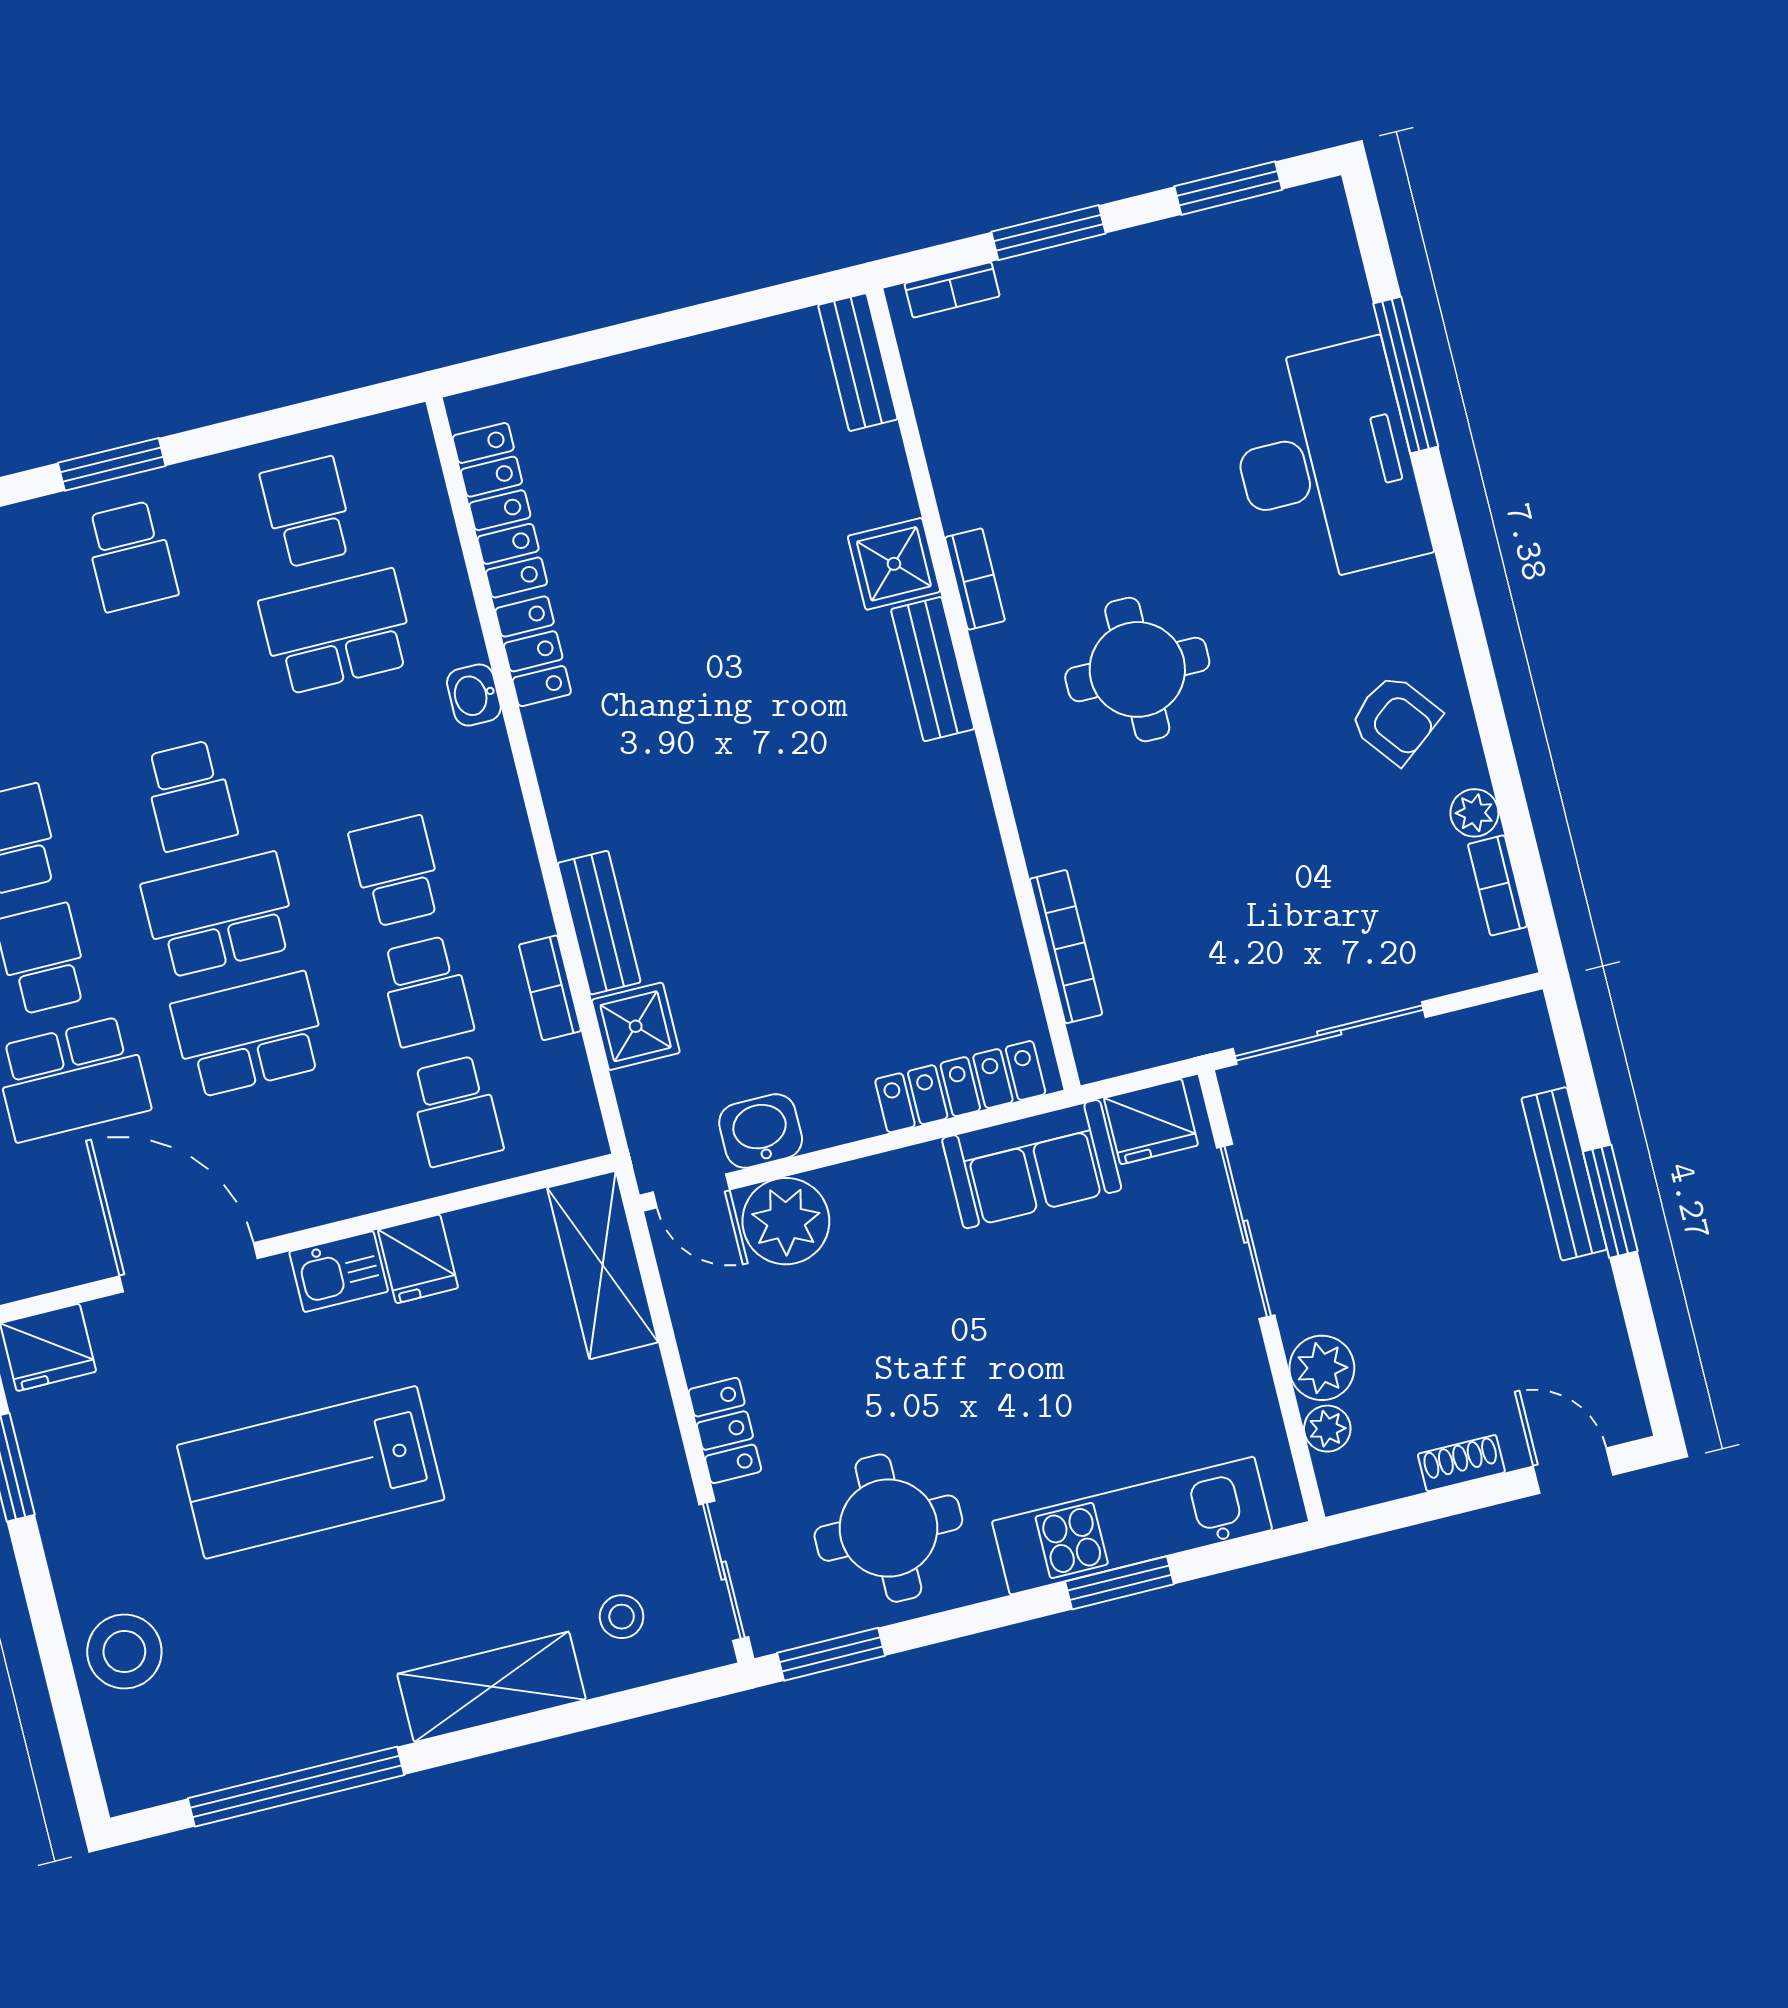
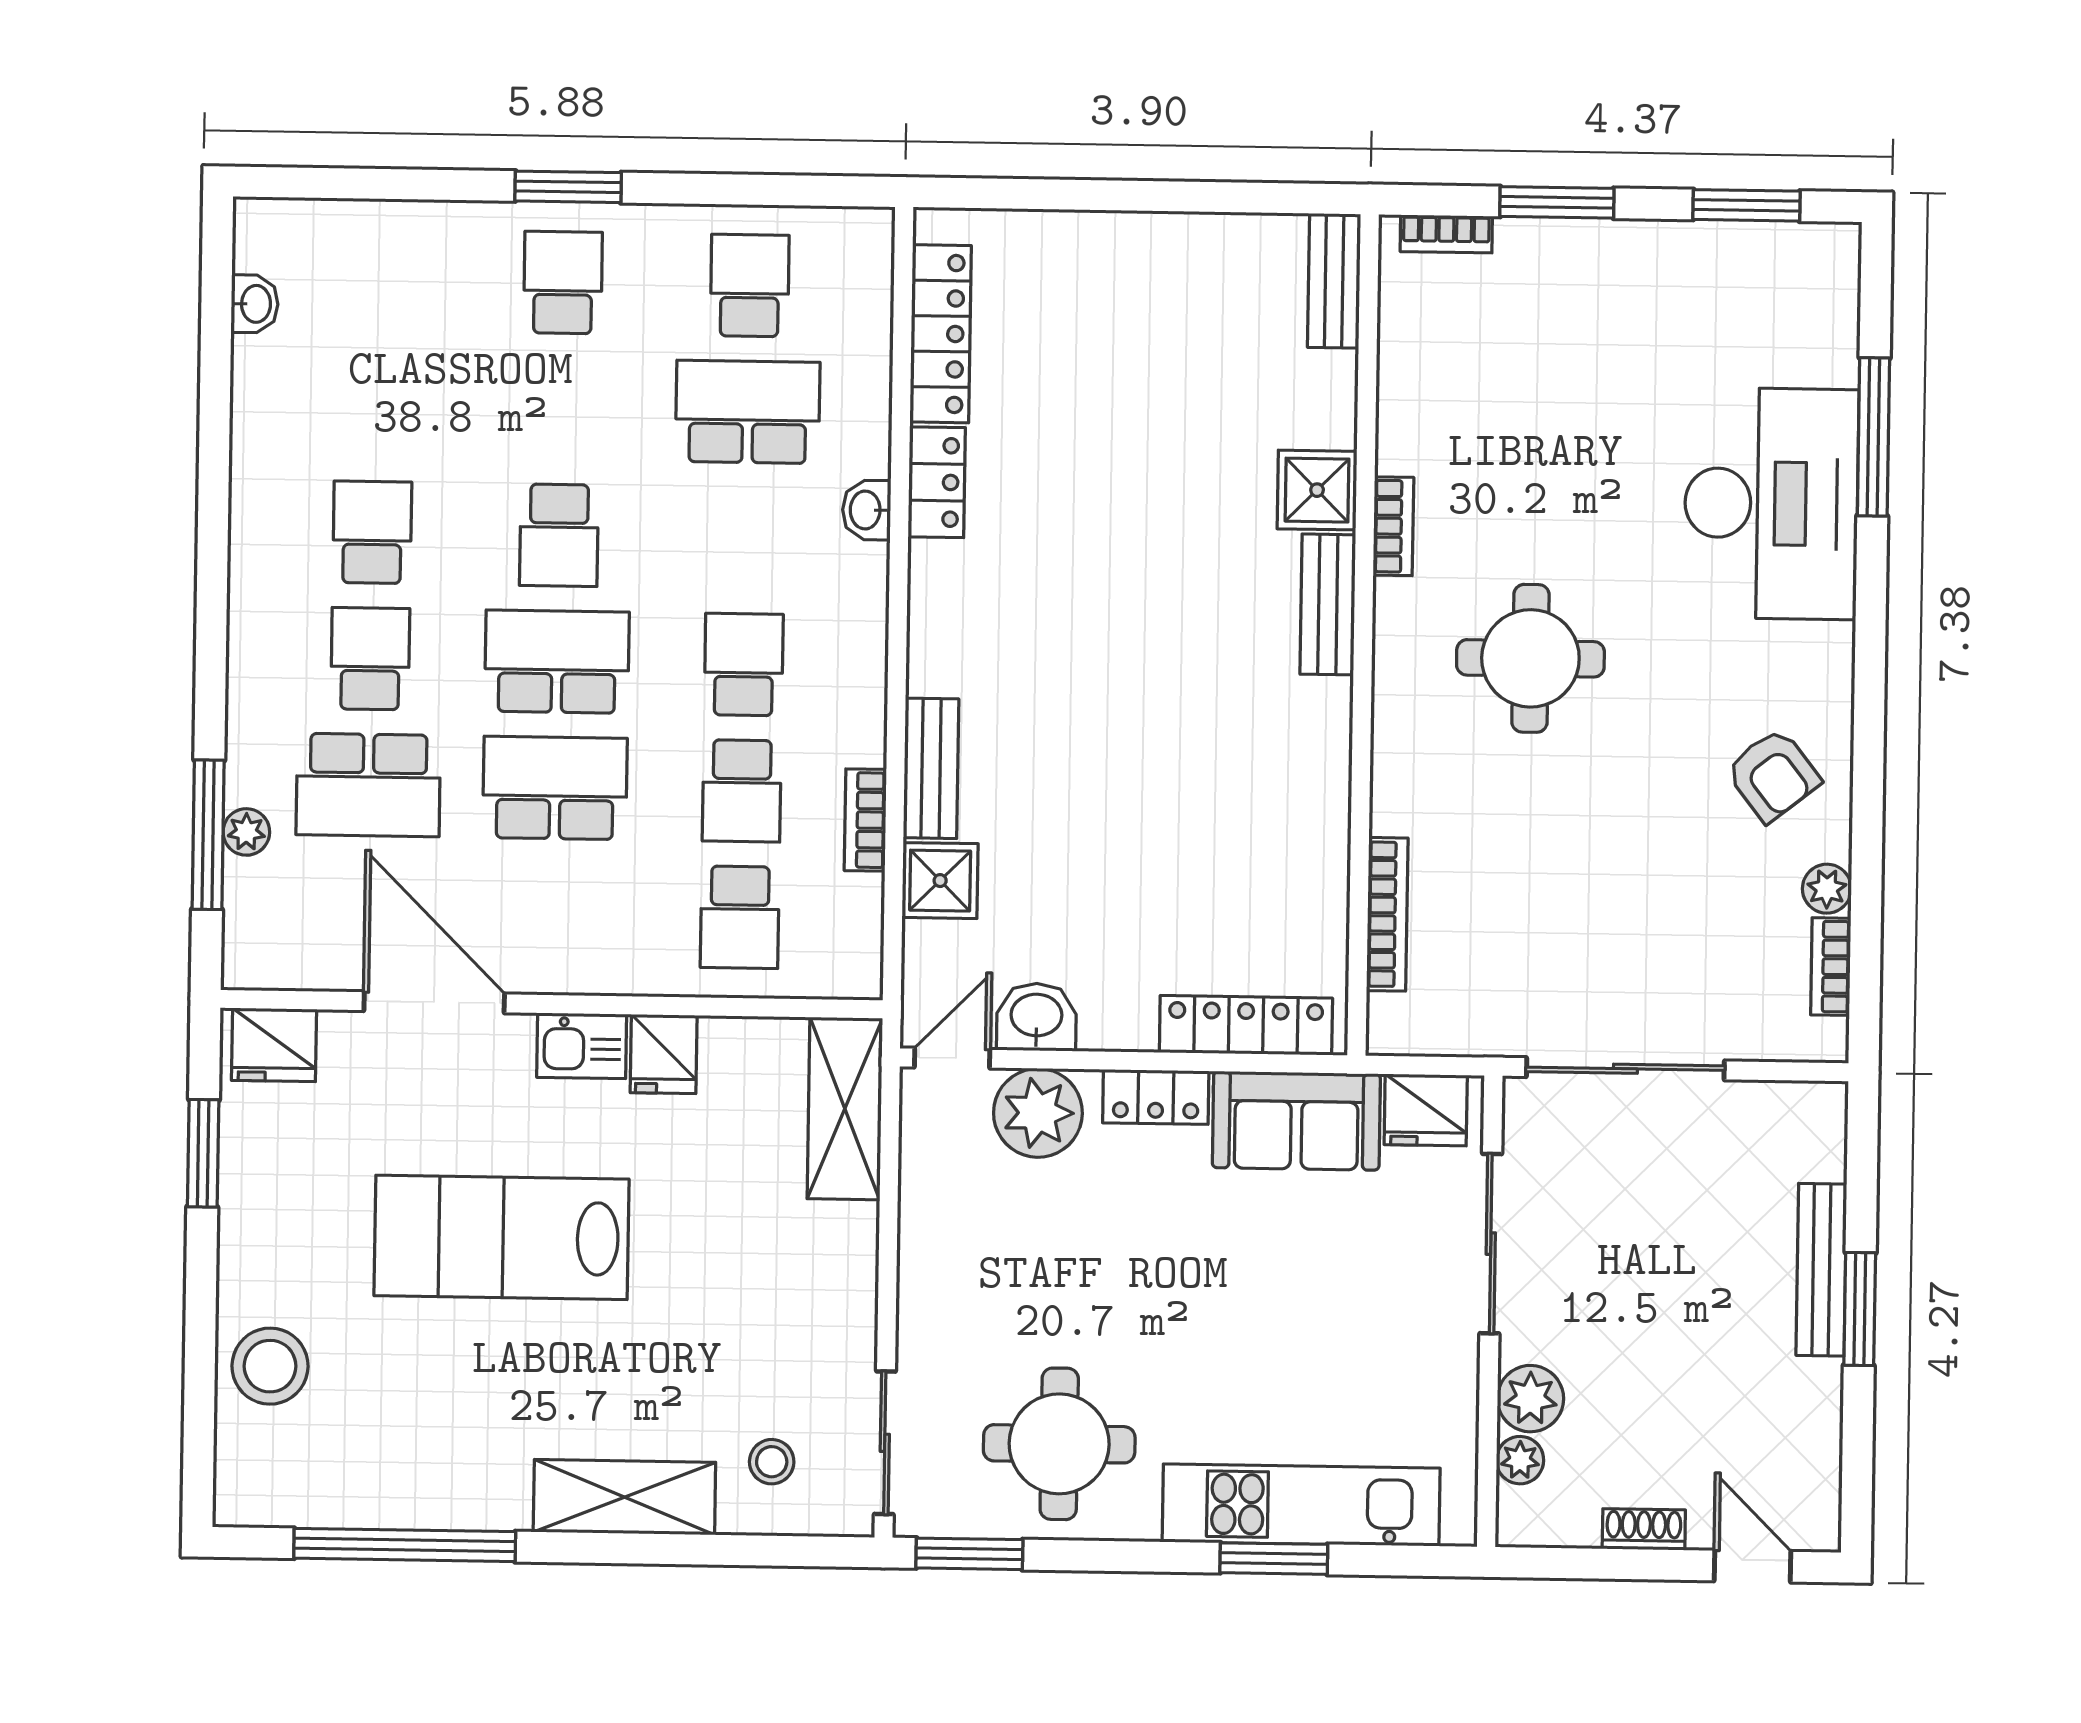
school desk: (131, 556) -> (563, 283), turned 180
door: (691, 1191) -> (952, 1058), swing flipped
locker: (725, 1431) -> (1156, 1097), moved, turned 90

